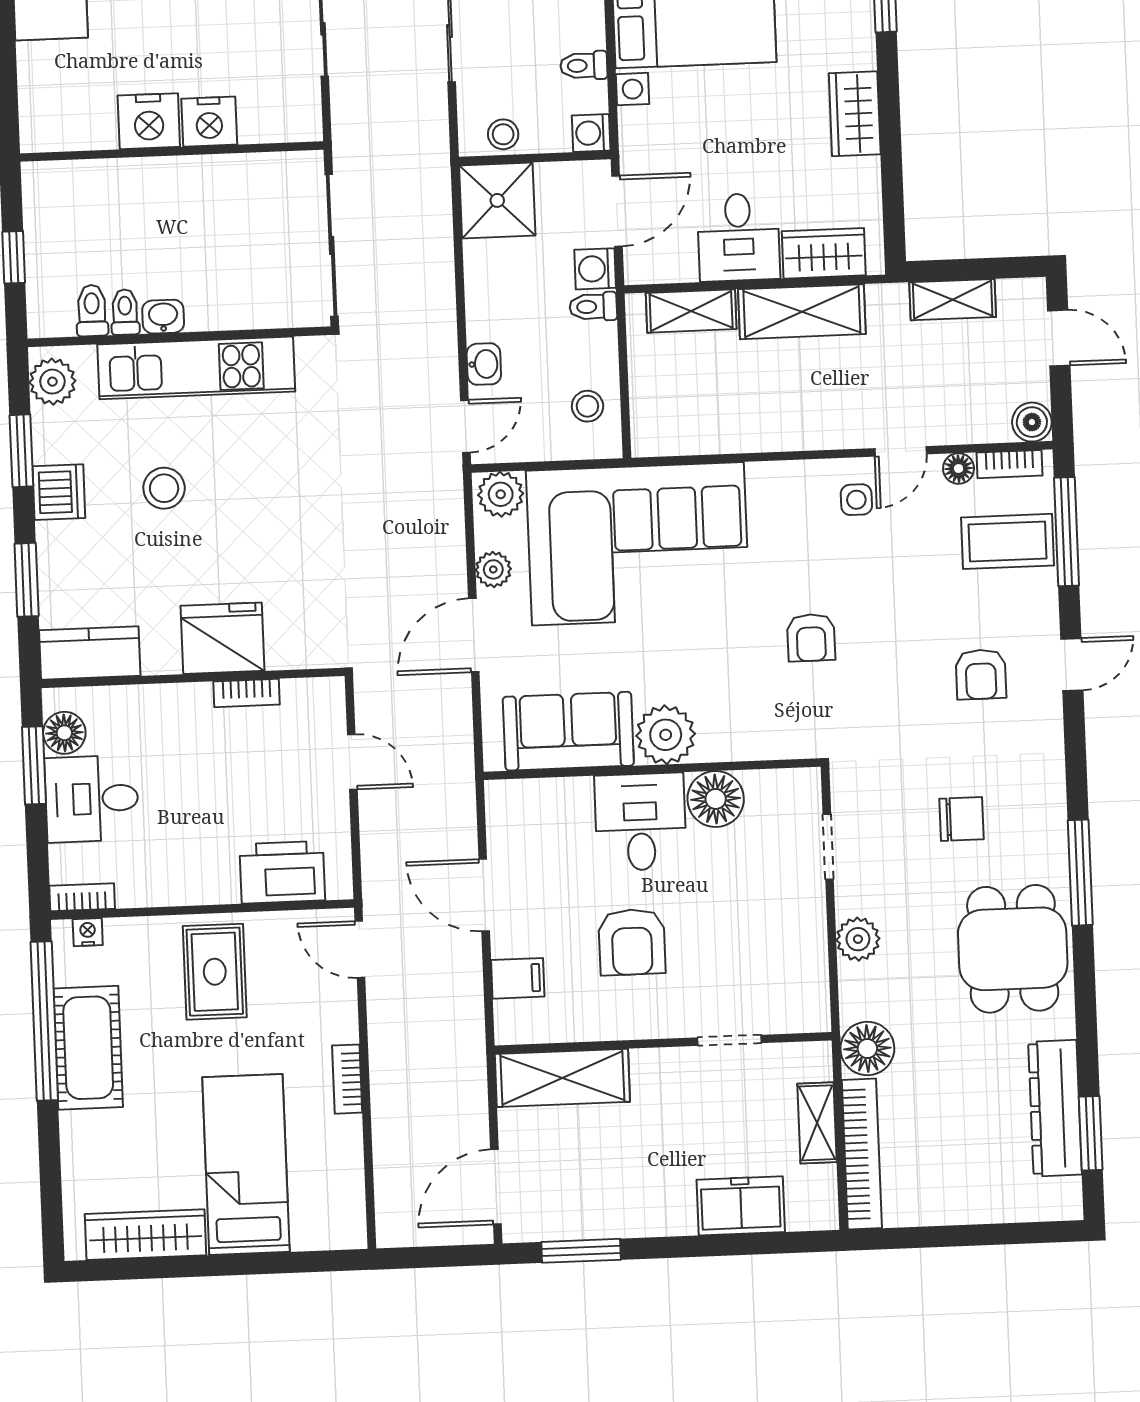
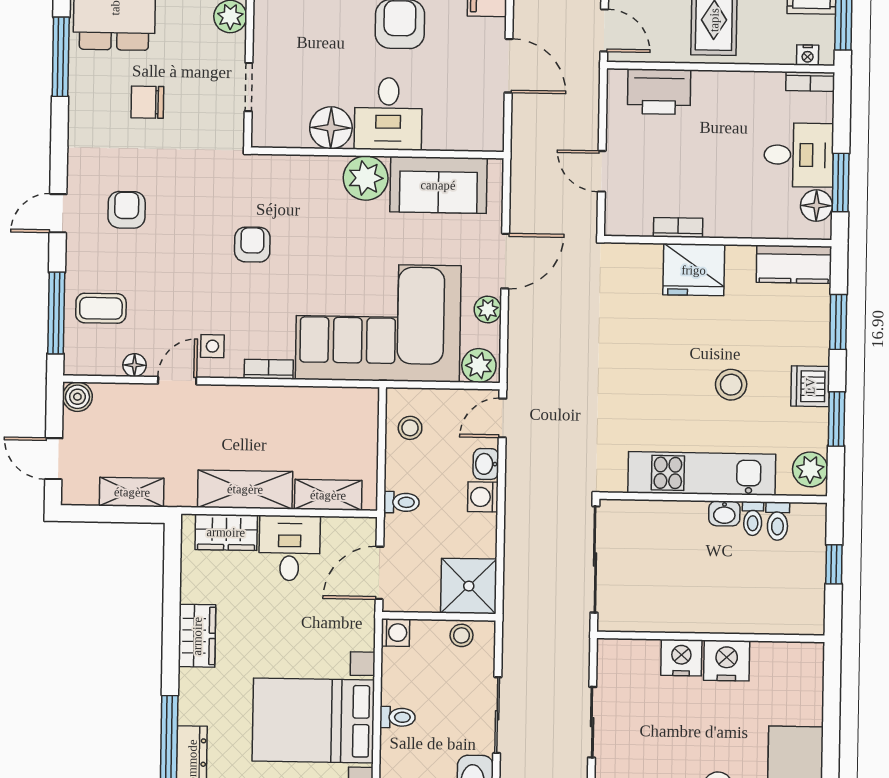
toilet: (584, 66) -> (398, 717), moved
washing machine: (595, 269) -> (483, 497), moved, turned 180
bookcase: (1009, 464) -> (269, 369), moved
coffee table: (1007, 541) -> (101, 308), width x0.73, depth x0.77

